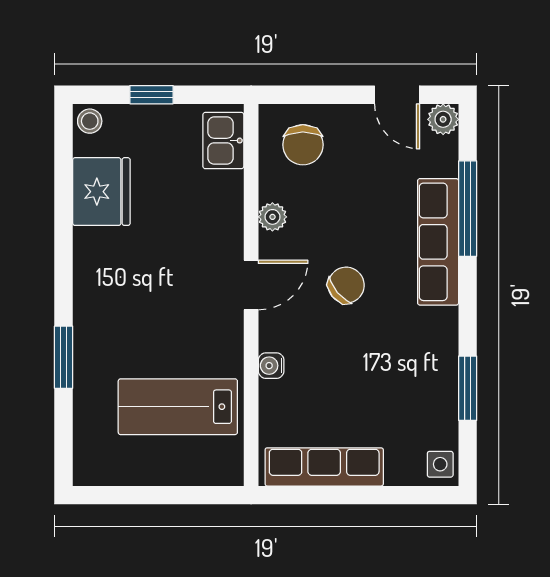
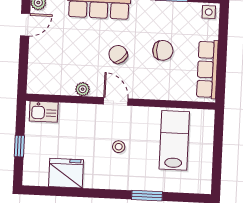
stool: (90, 121) -> (119, 147), moved
chair: (303, 145) -> (163, 50), moved
water cooler: (271, 366) -> (156, 93), removed
lab bench: (178, 407) -> (174, 140), turned 180

